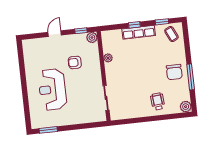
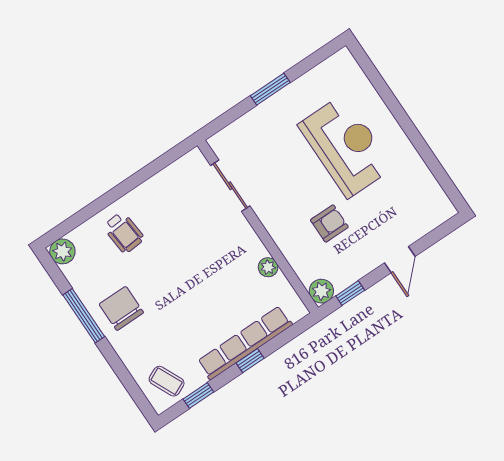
row of seats: (139, 32) -> (245, 343), width x1.36
window: (48, 130) -> (270, 89), moved

